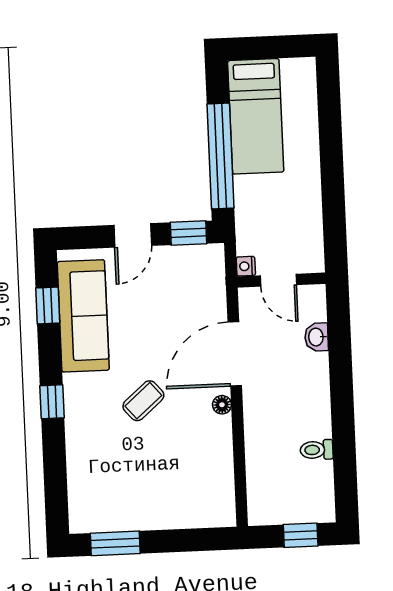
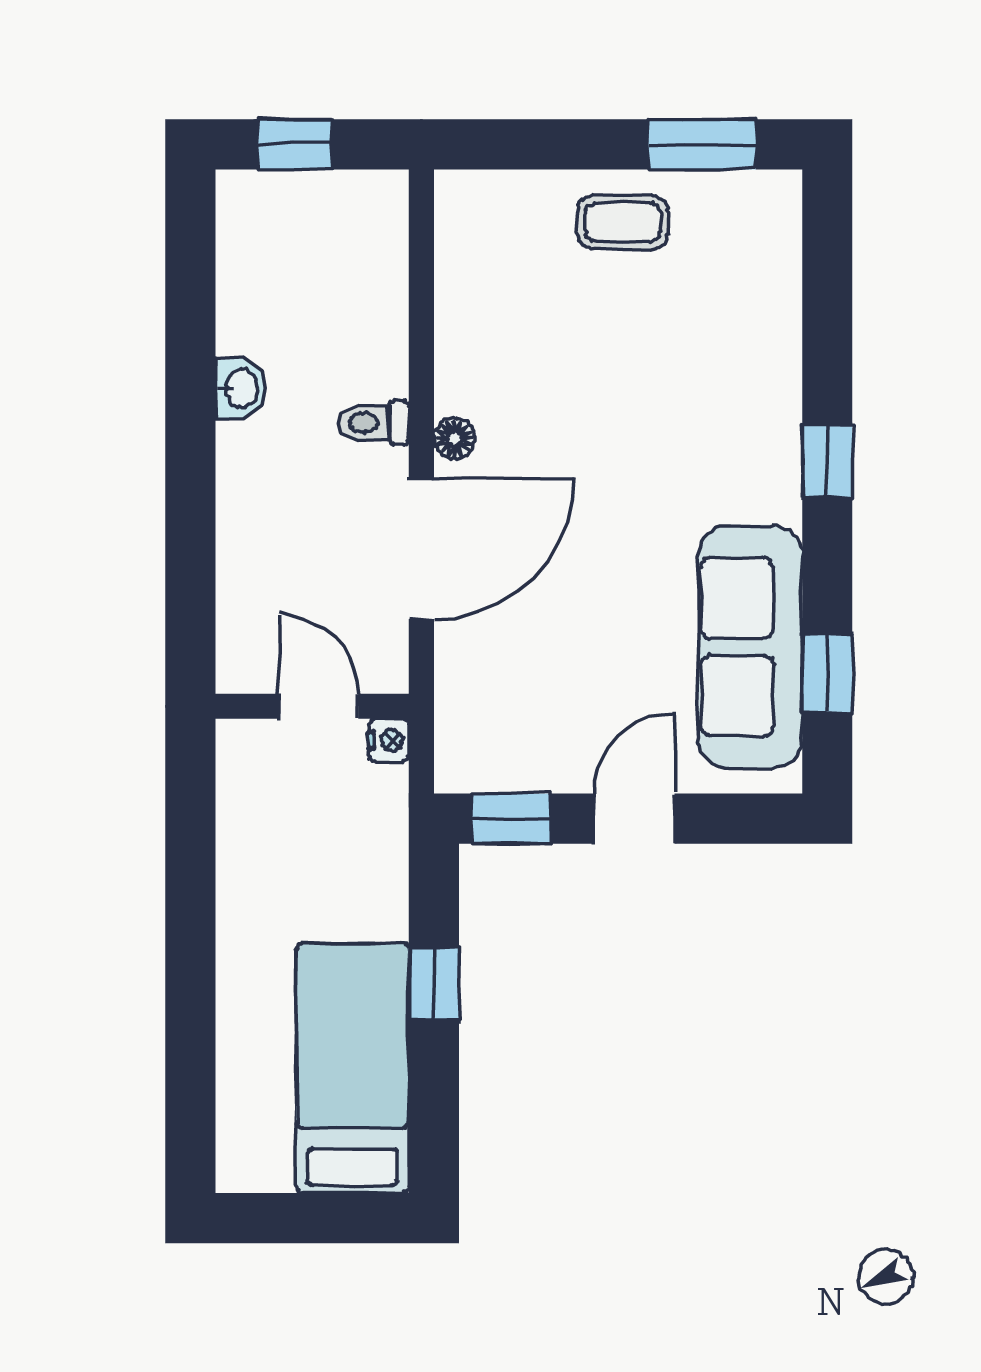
window: (220, 156) -> (434, 984), width x0.32
washbasin: (317, 337) -> (240, 388), moved
coffee table: (143, 401) -> (623, 222), moved, turned 41
toilet: (317, 450) -> (373, 423), moved, turned 180

